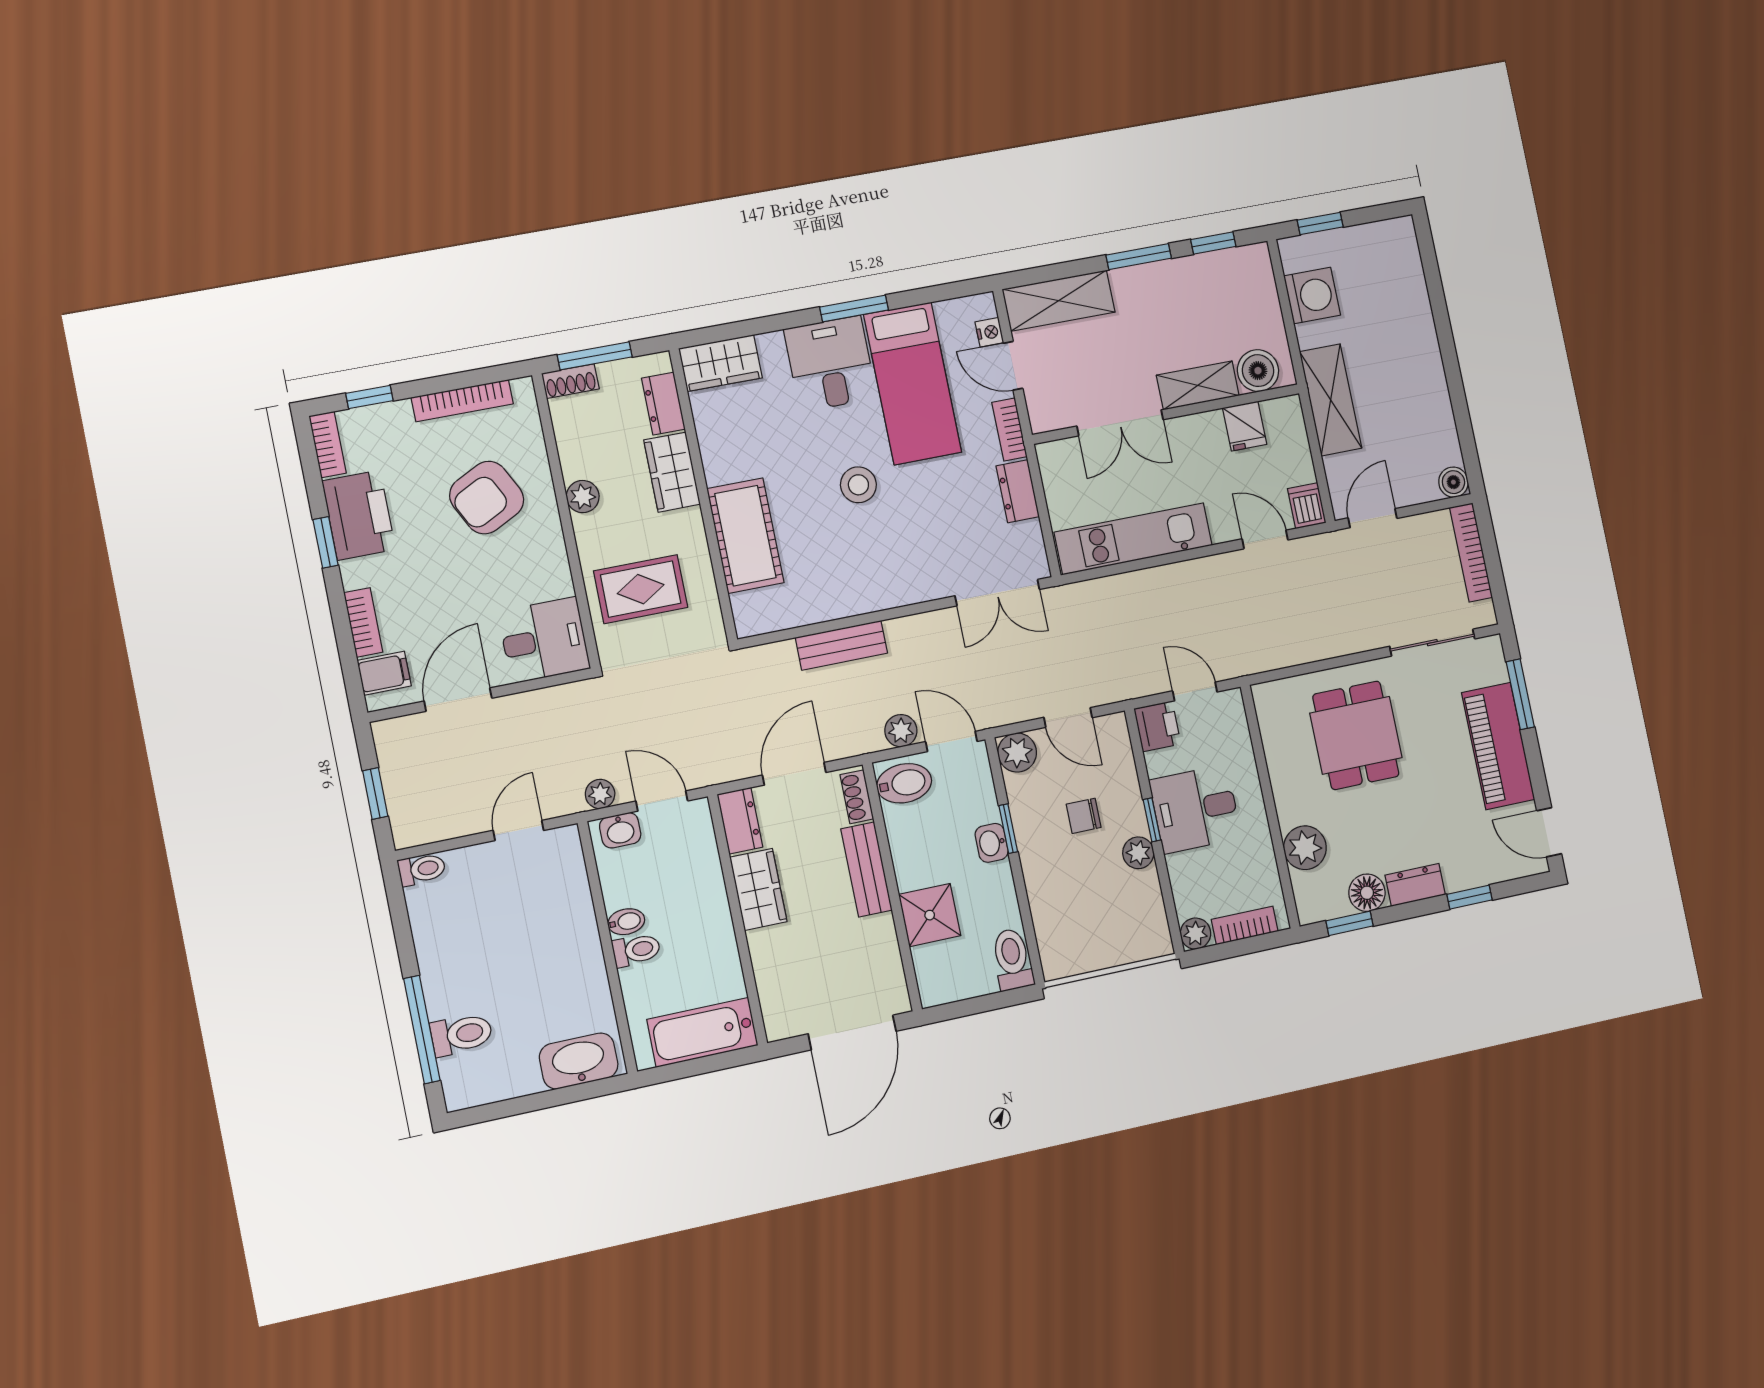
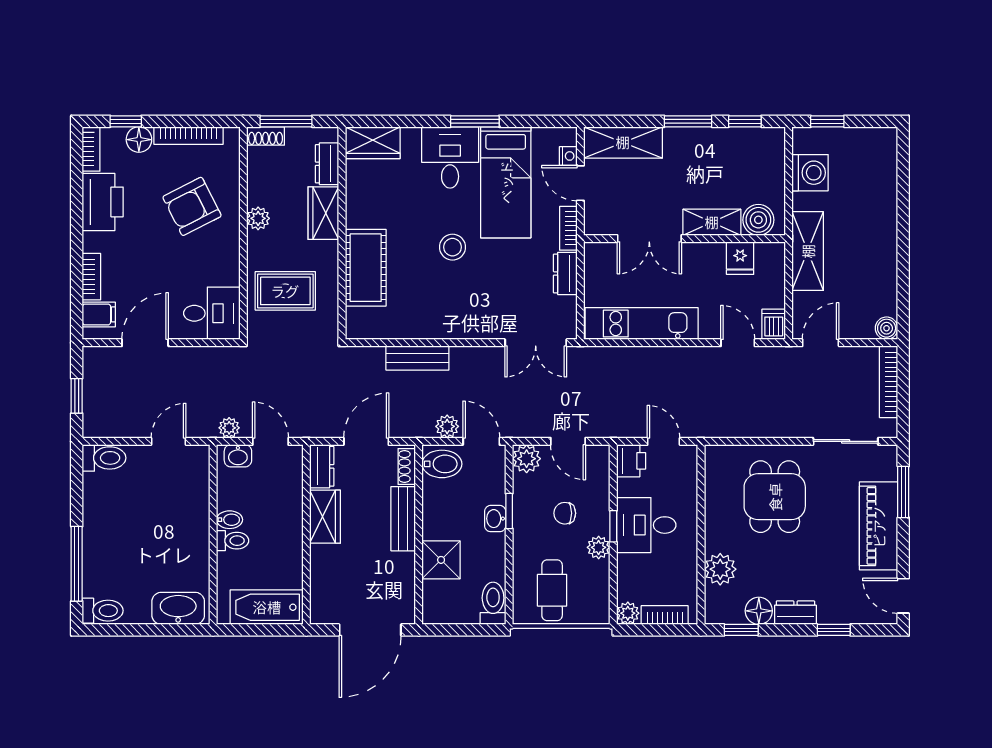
floor lamp: (393, 419) -> (139, 140), added
window: (326, 542) -> (77, 216), removed
toilet: (422, 869) -> (104, 458), width x1.37, depth x1.39
cafe table: (1088, 924) -> (552, 590), added
toilet: (461, 1034) -> (103, 611), moved

